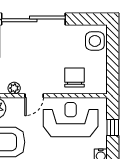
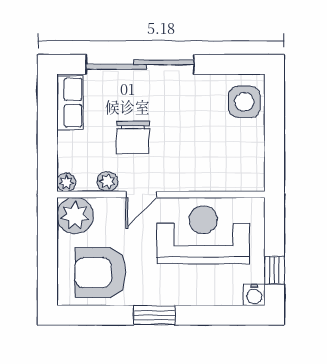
chair: (75, 78) -> (133, 137), moved, turned 180
window: (113, 127) -> (274, 270), moved

